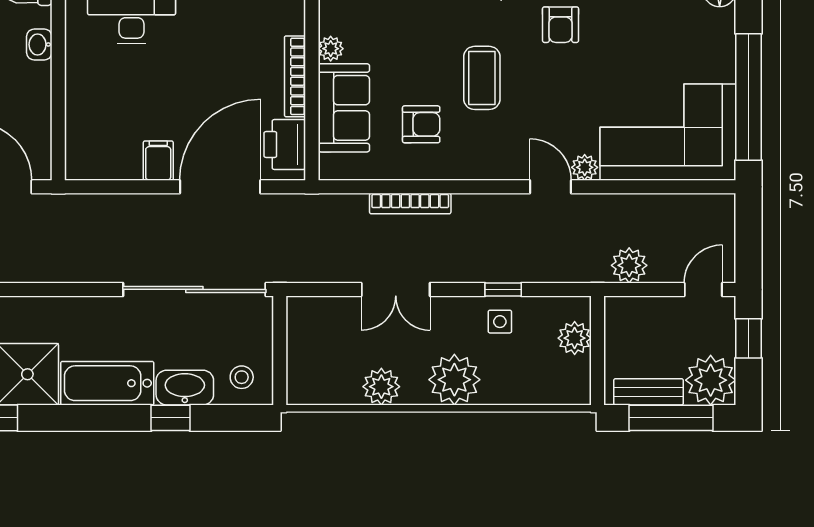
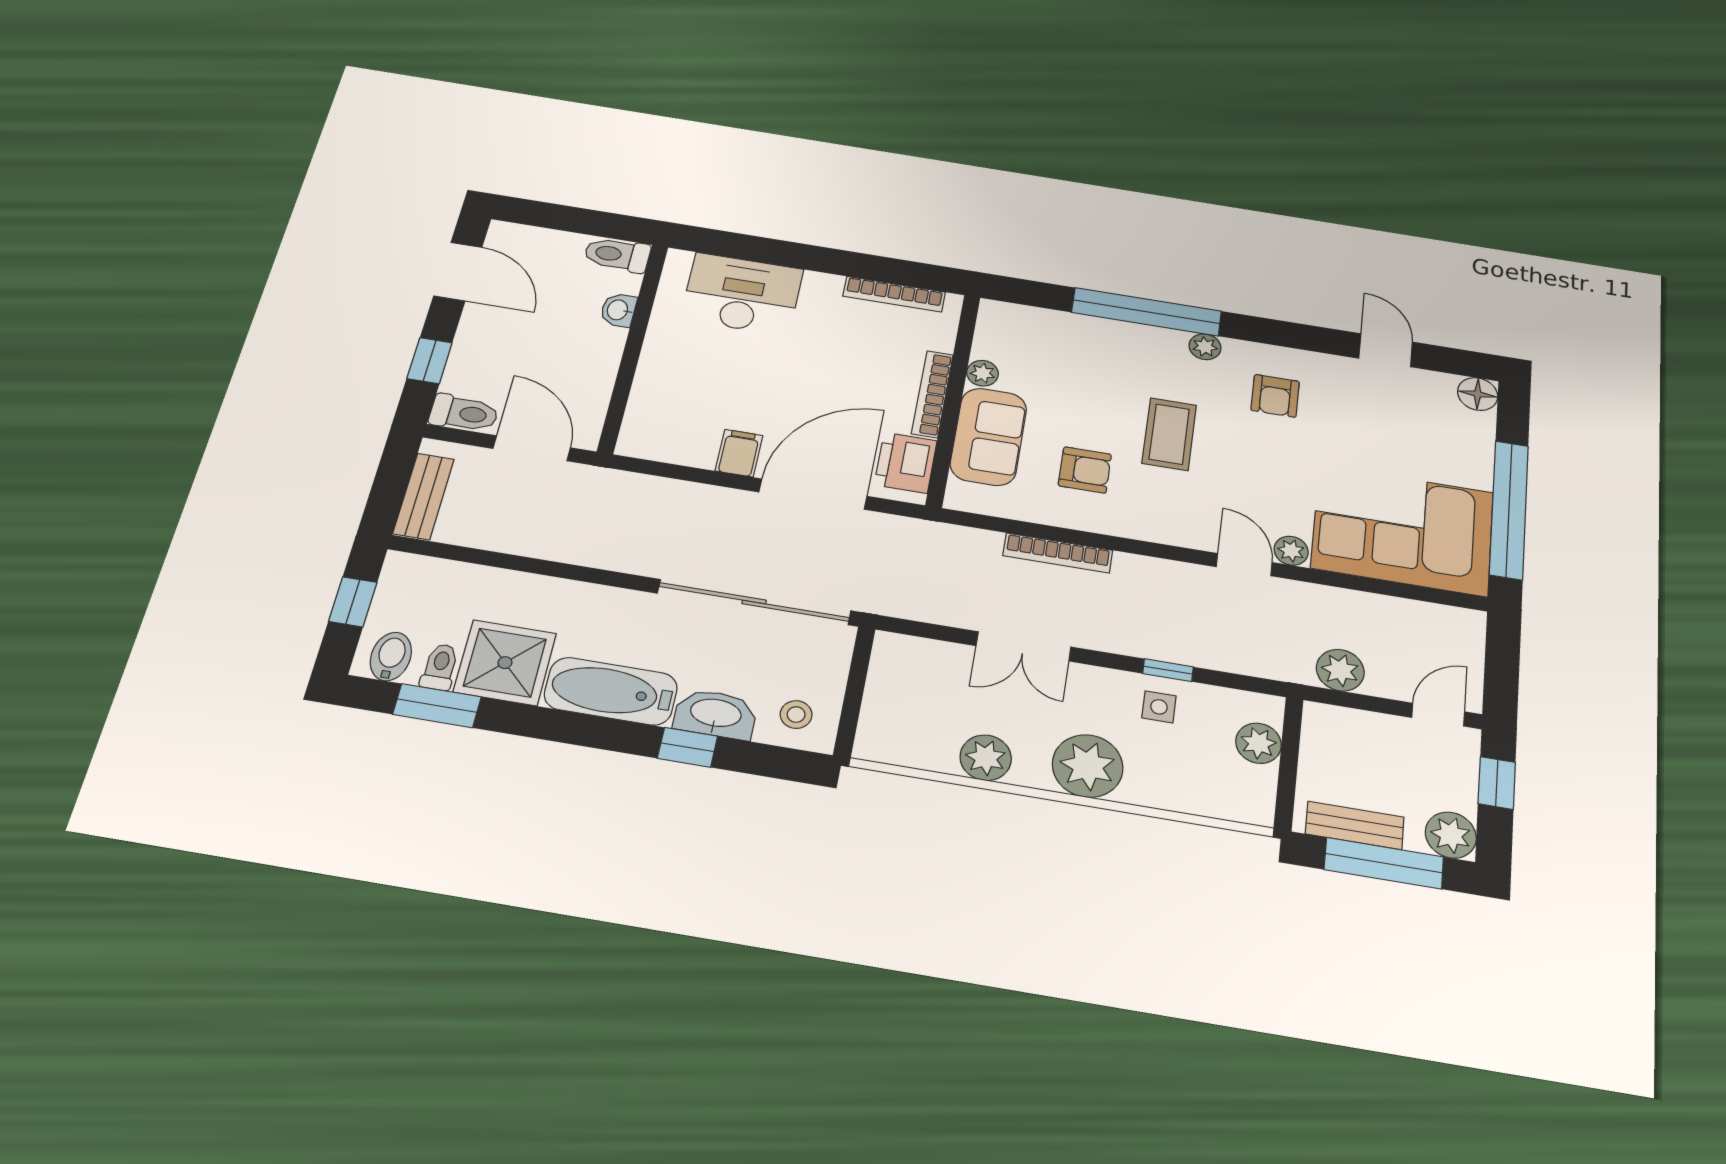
plant: (711, 380) -> (1451, 835), width x0.73, depth x0.73

